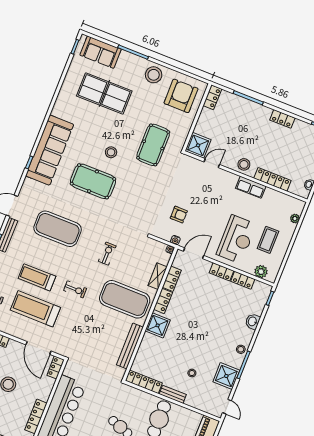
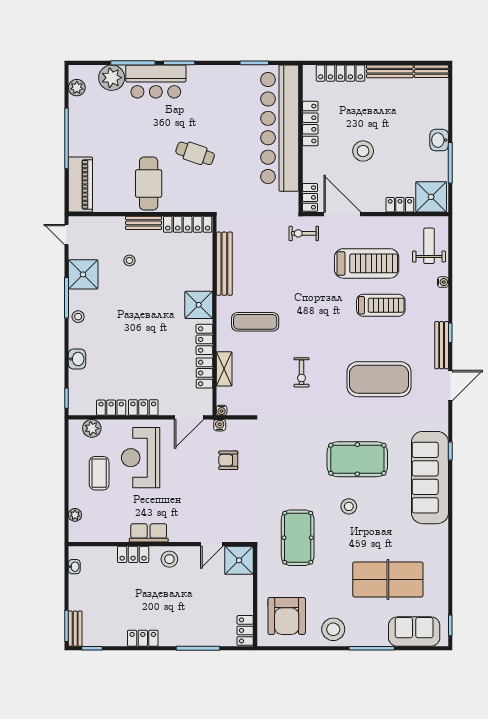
locker: (272, 179) -> (133, 554), width x0.66
exercise bike: (75, 289) -> (304, 233), moved
exercise mat: (125, 299) -> (255, 322), width x0.50, depth x0.69

